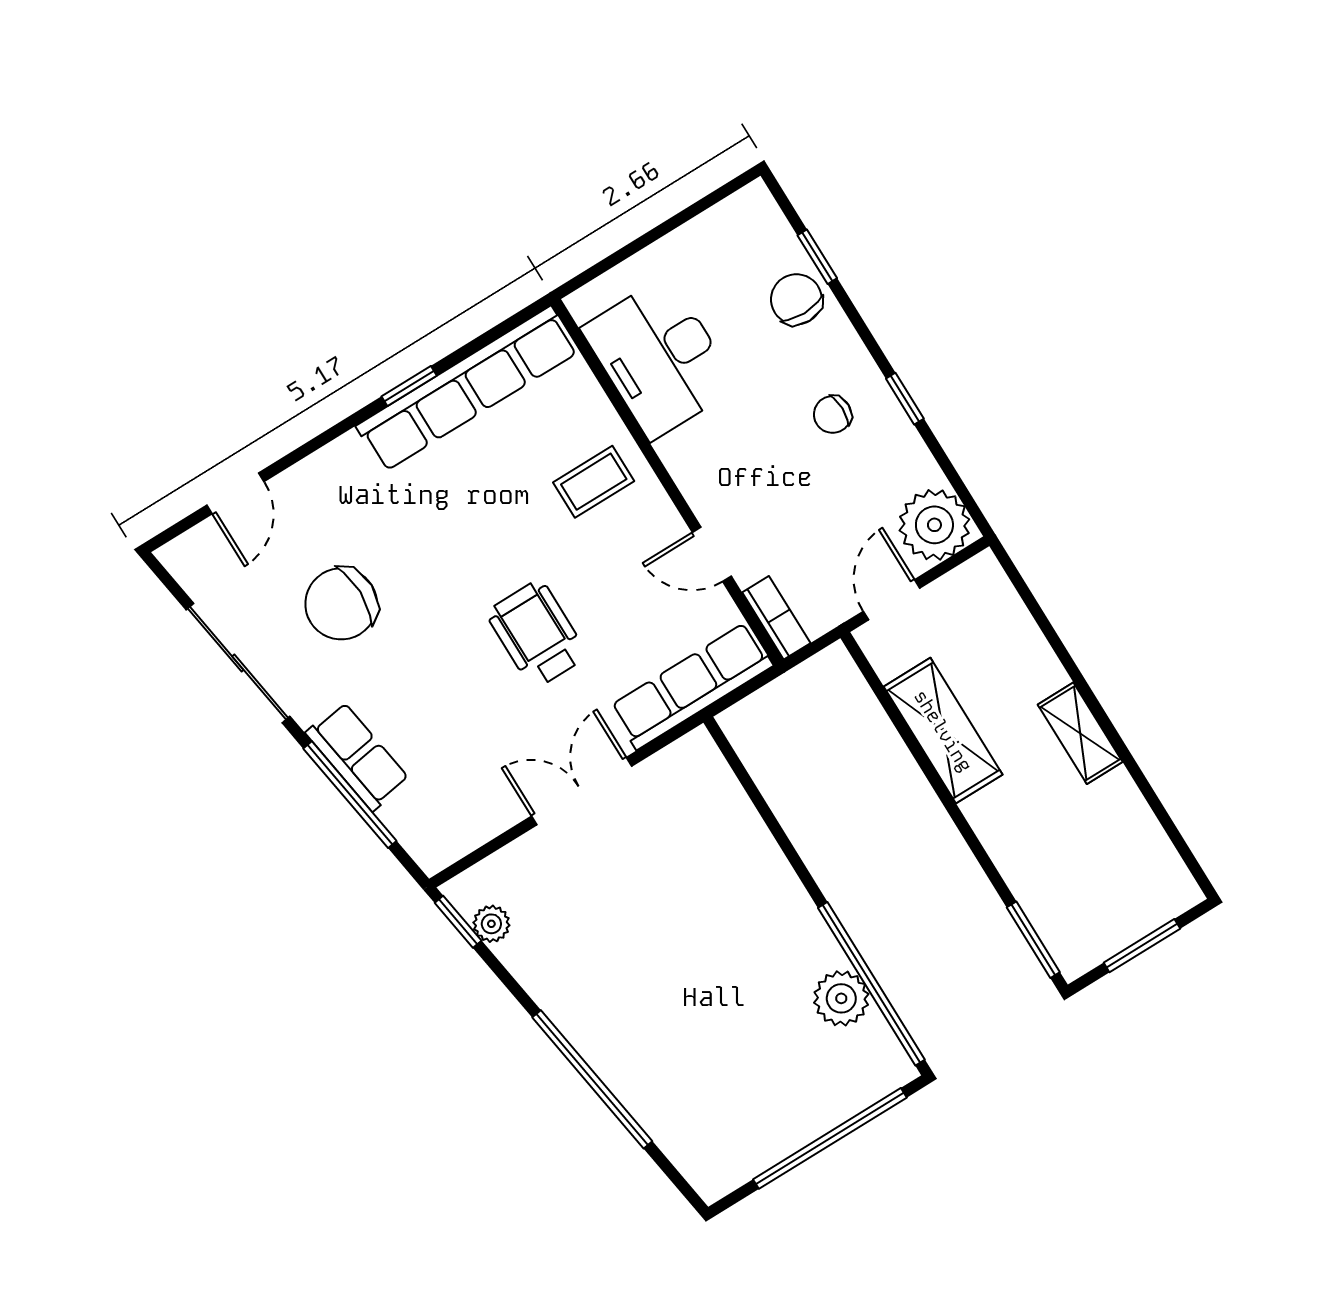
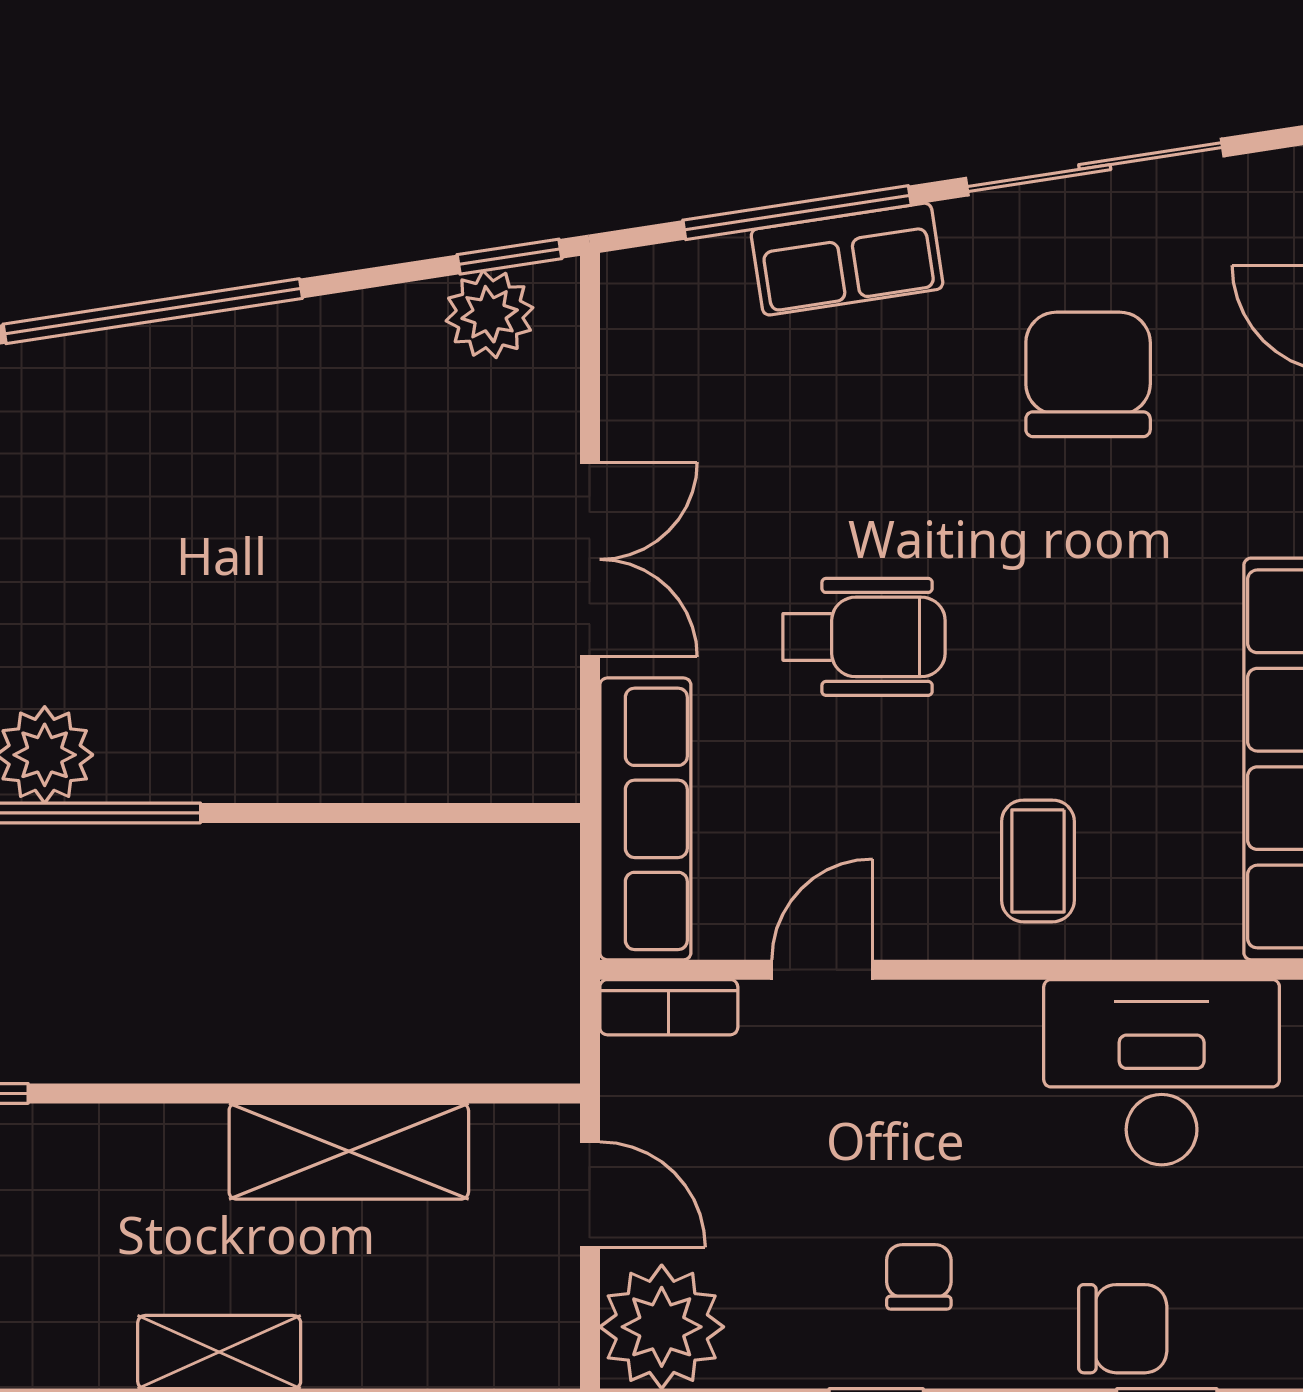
plant: (491, 924) -> (490, 314), width x1.38, depth x1.38

